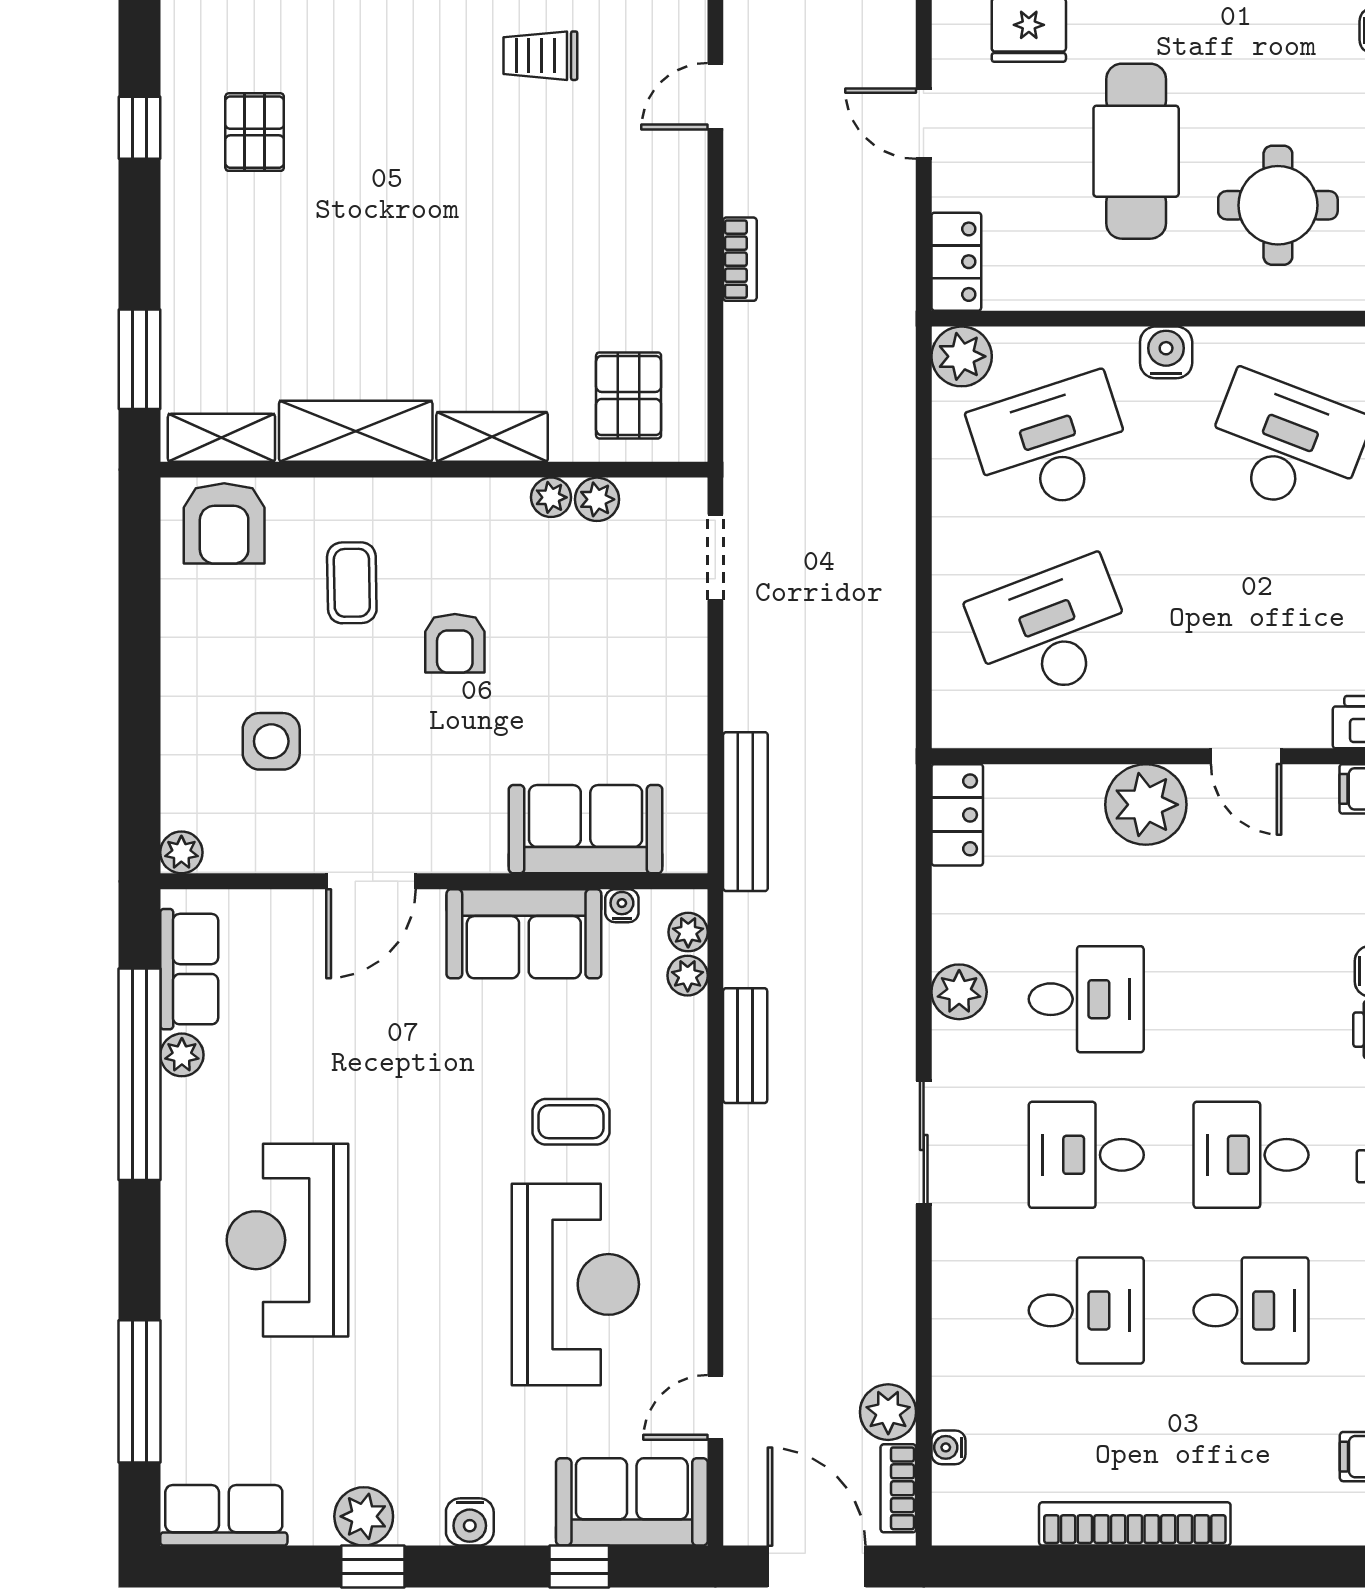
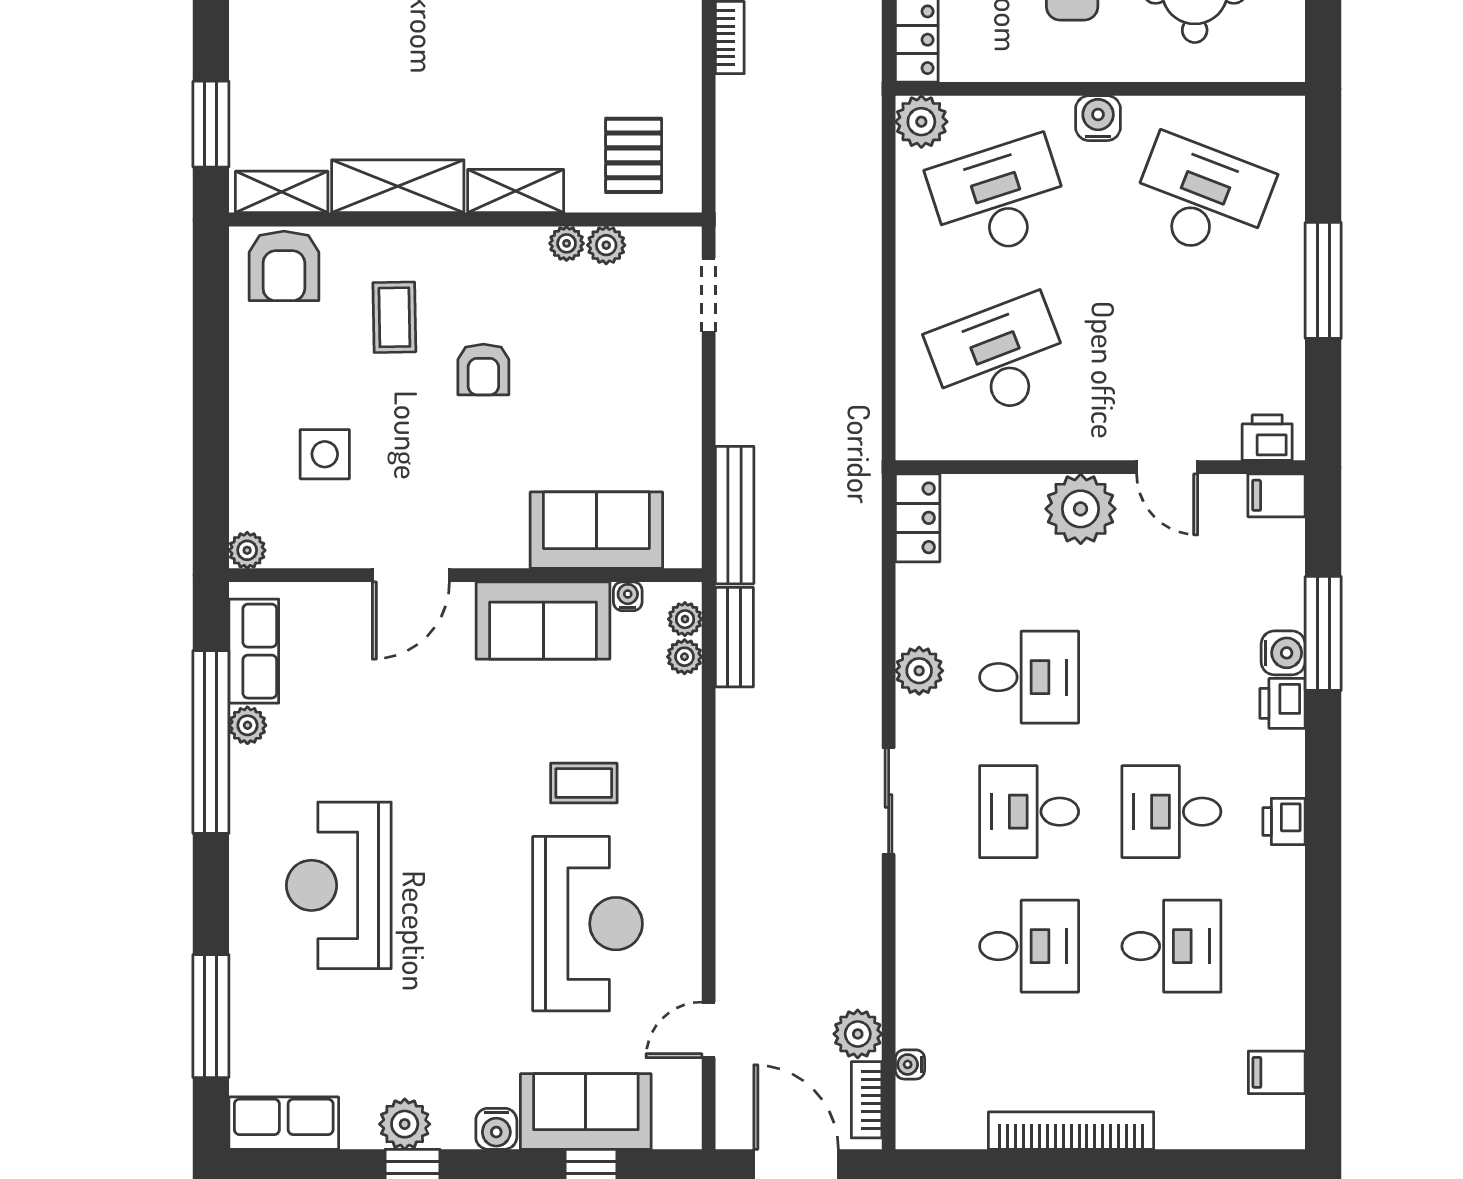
bench: (745, 1046) -> (734, 637), moved
sofa: (632, 1502) -> (586, 1112), moved

